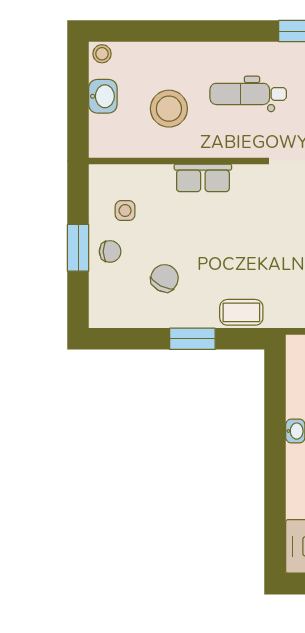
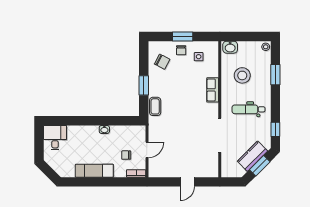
window: (167, 31) -> (275, 75), added
dental chair: (248, 94) -> (249, 109), turned -90
washbasin: (103, 96) -> (230, 47), moved
chair: (165, 278) -> (162, 62), moved

